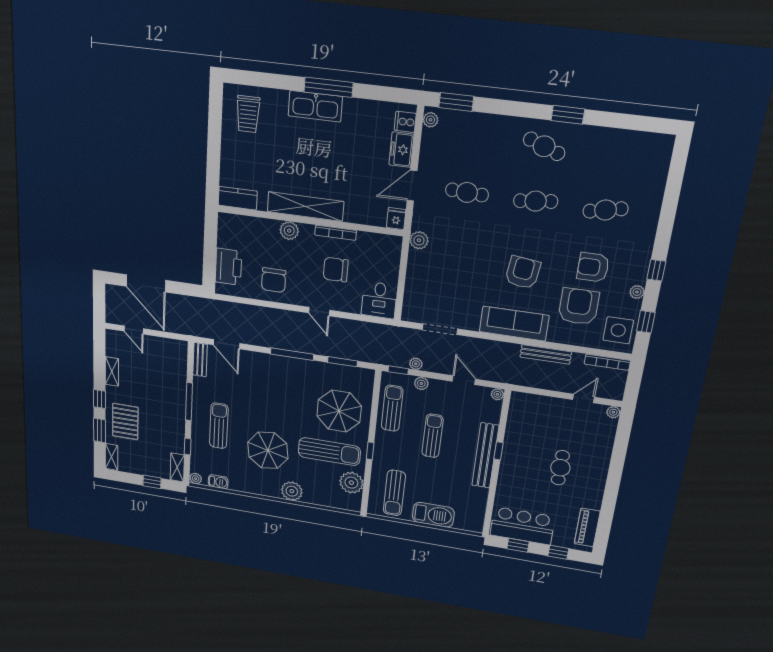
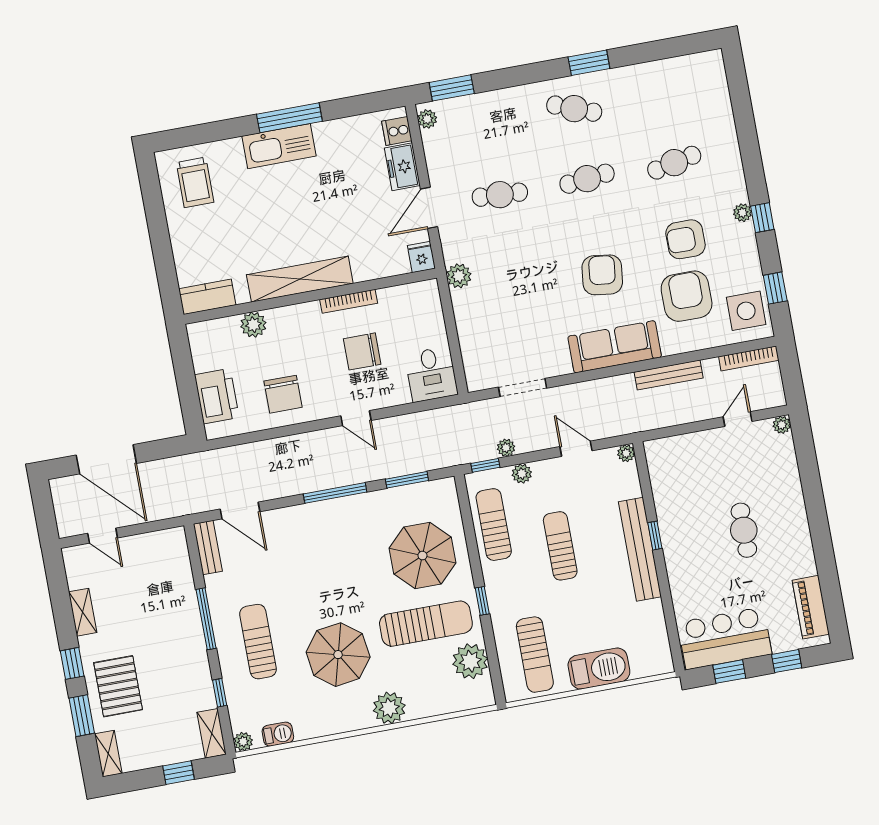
plant: (289, 231) -> (253, 325), moved
plant: (637, 292) -> (742, 213), moved

